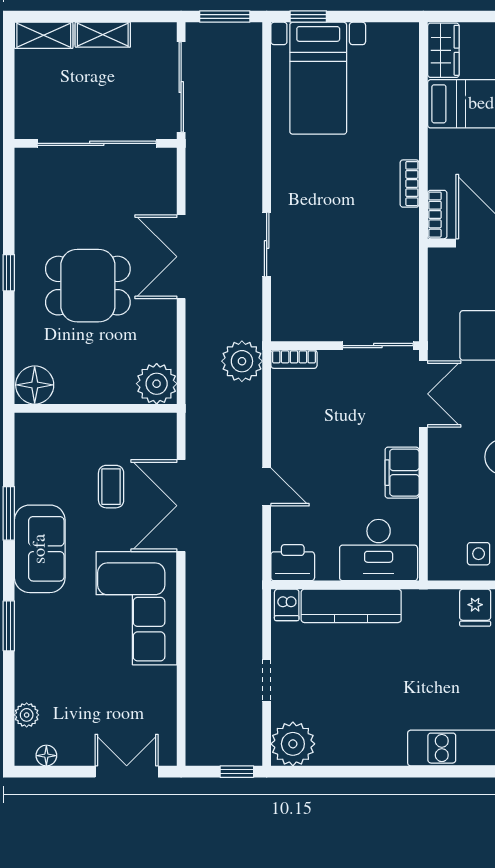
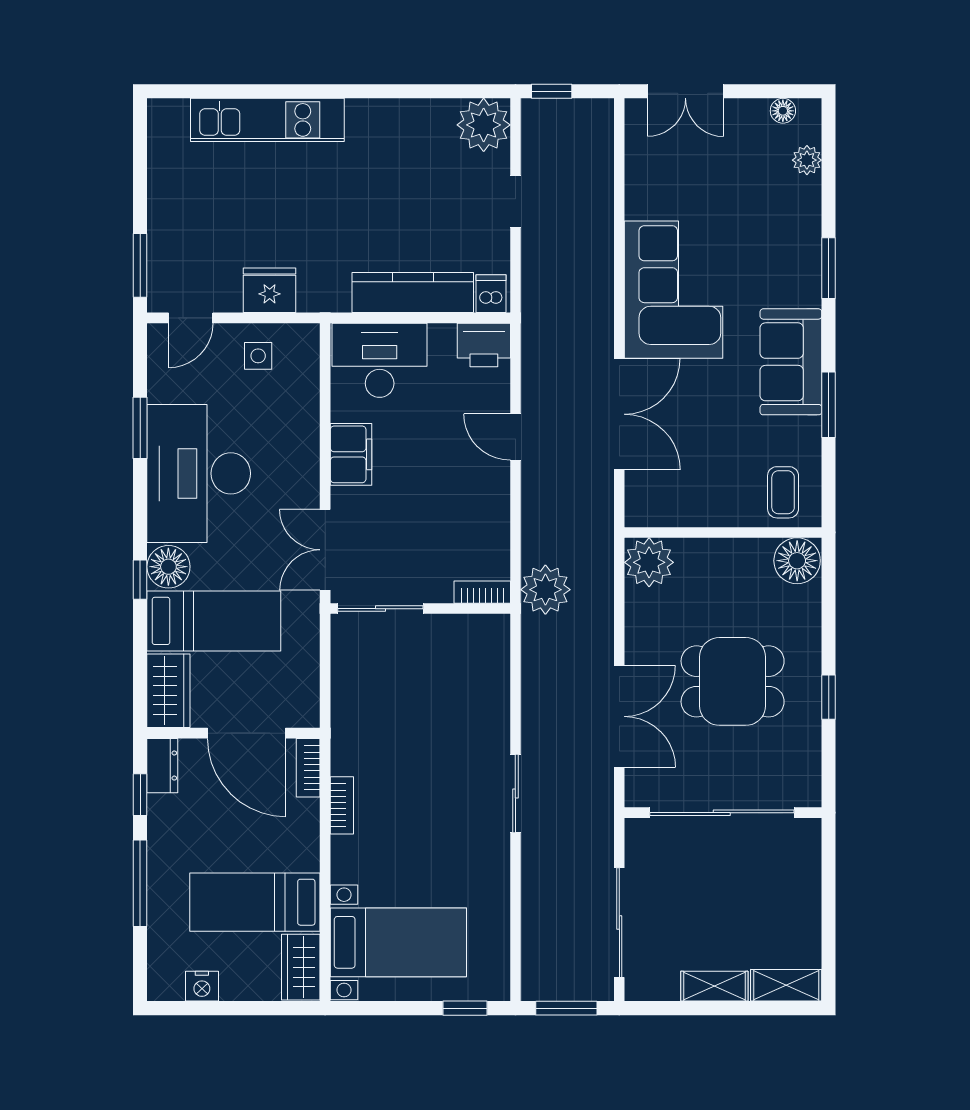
bed with nightstands: (318, 78) -> (398, 942), moved, turned 90
wall: (96, 143) -> (723, 813), moved
sliding door: (97, 143) -> (722, 813), moved
sliding door: (267, 244) -> (515, 793), moved
coffee table: (111, 487) -> (783, 492), moved
fridge: (475, 608) -> (270, 290), width x1.38

